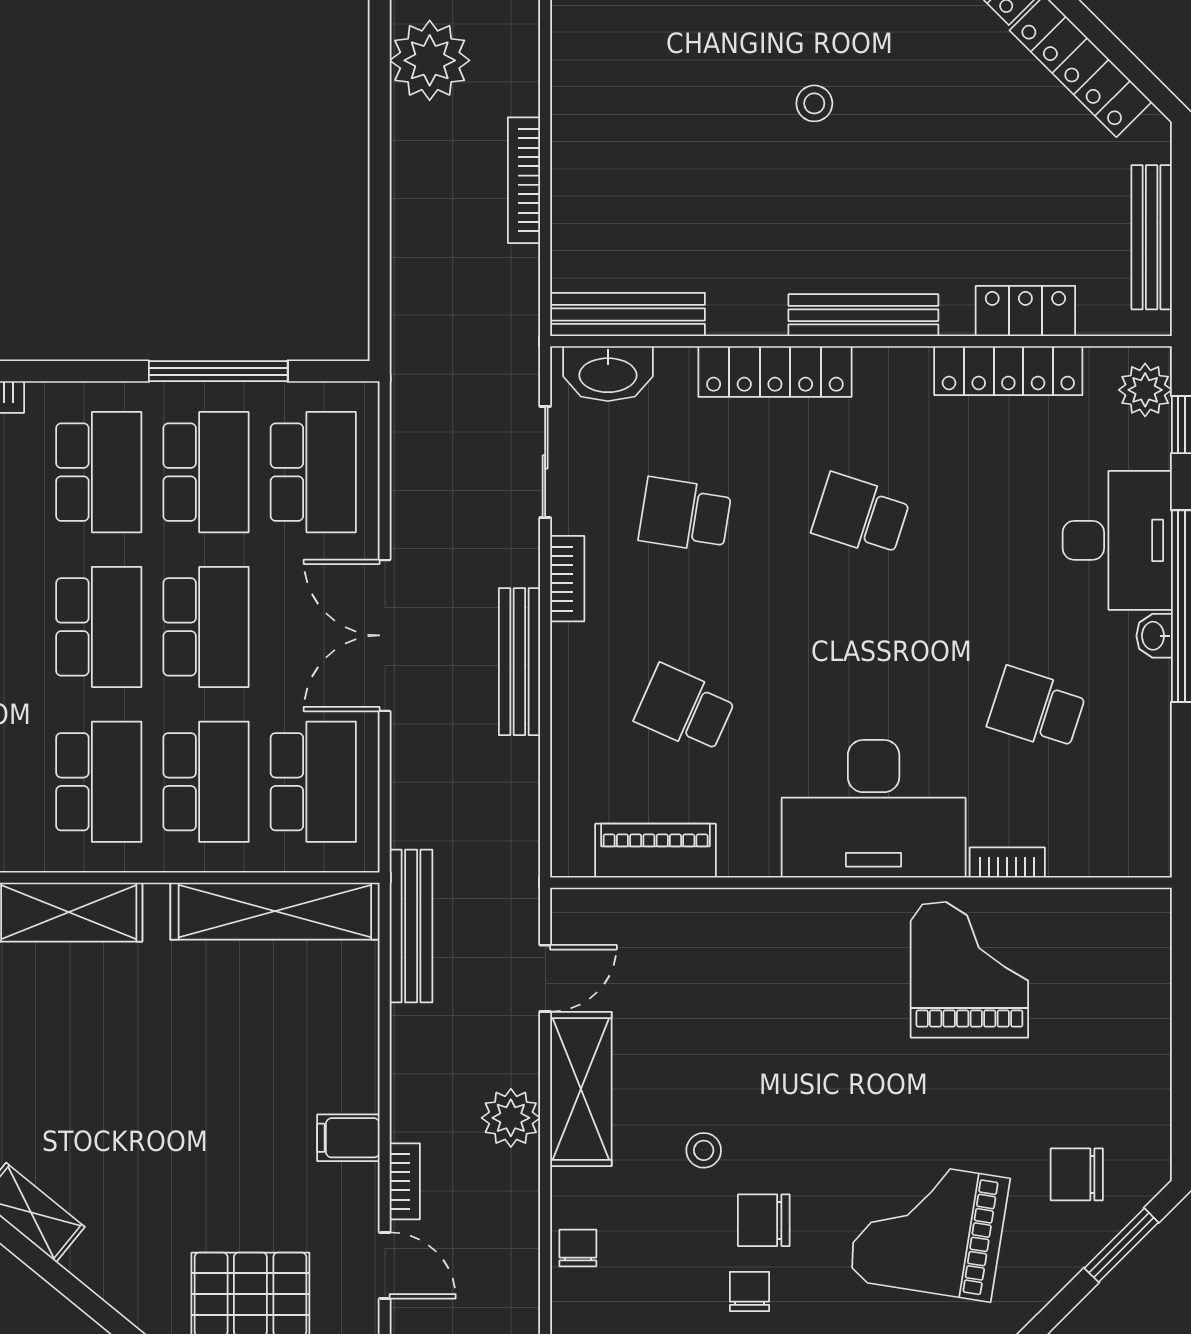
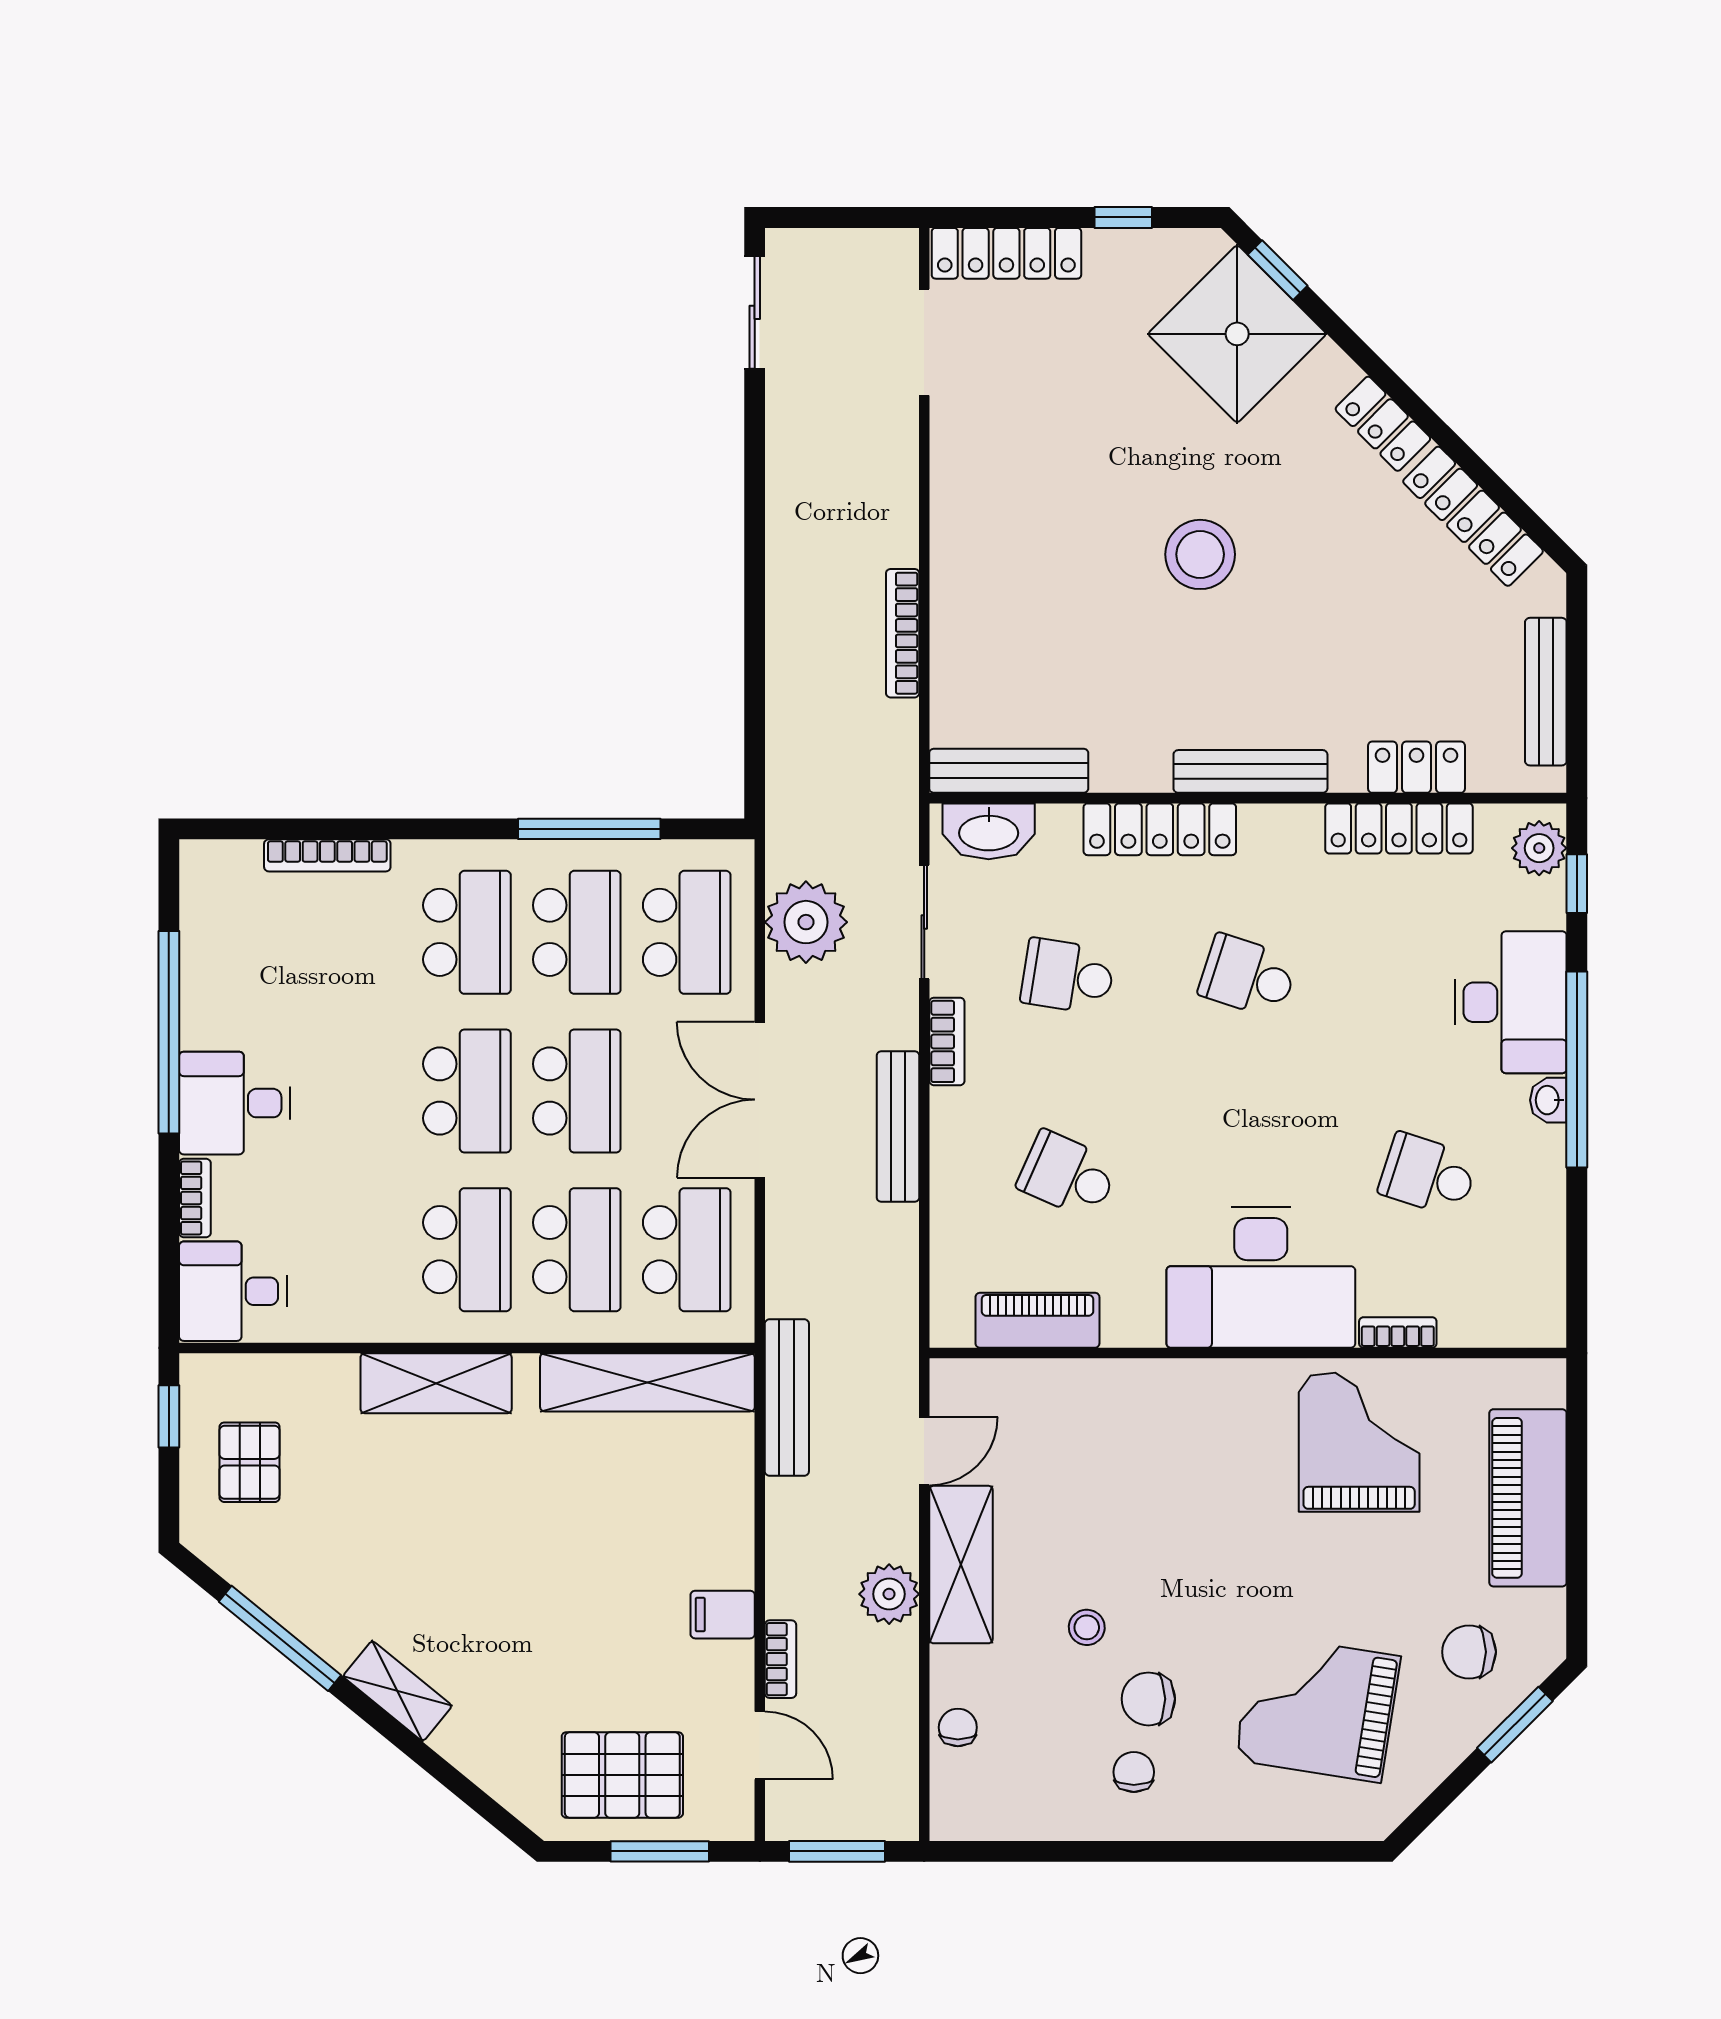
plant: (430, 60) -> (806, 922), moved
stool: (814, 103) -> (1200, 554), width x1.89, depth x1.89
piano: (1134, 1024) -> (1528, 1498), added

